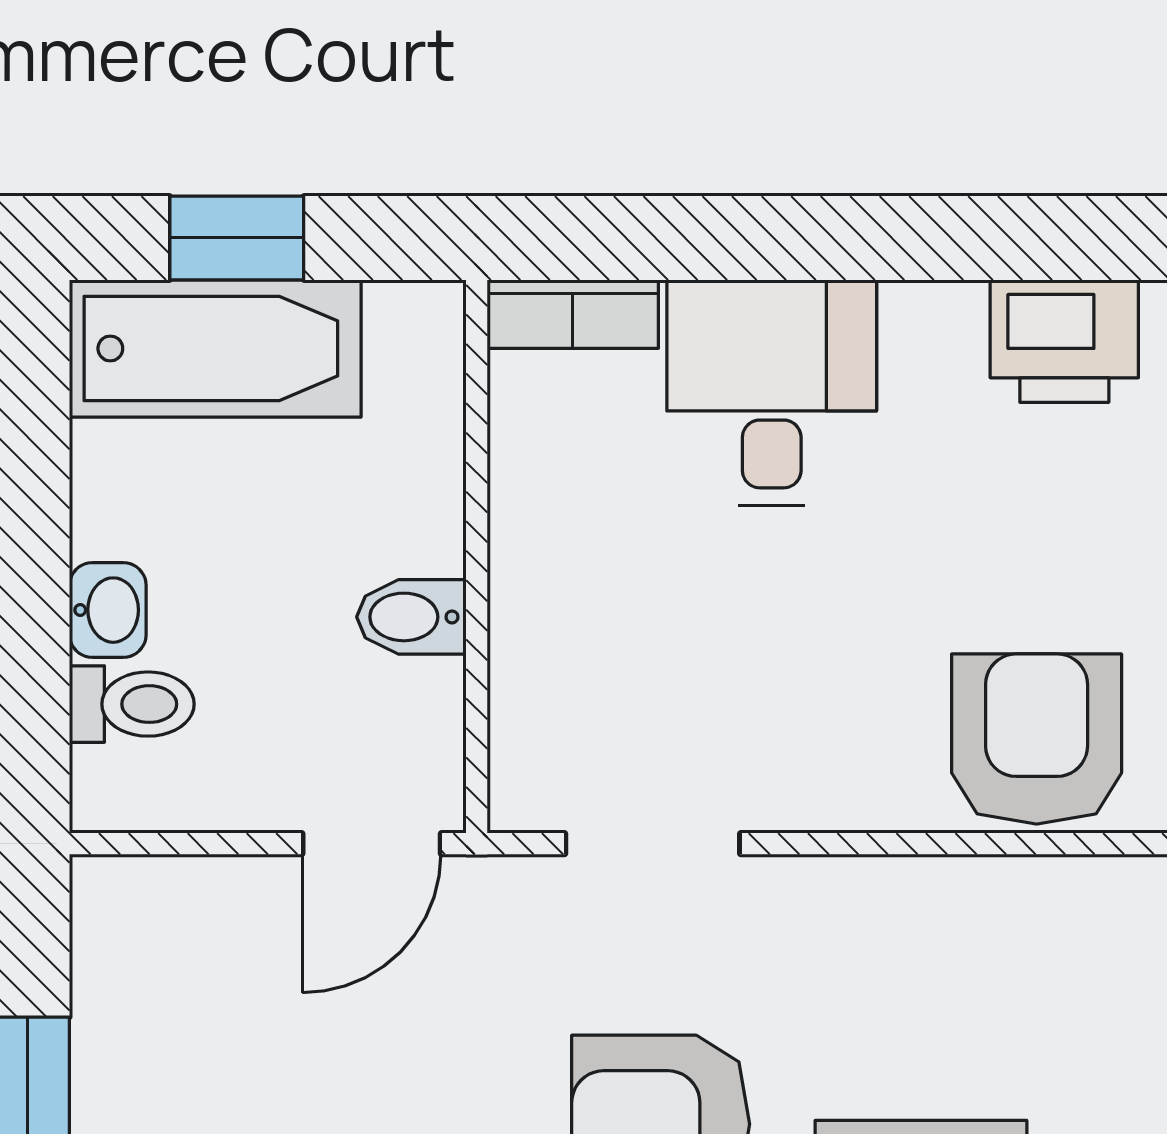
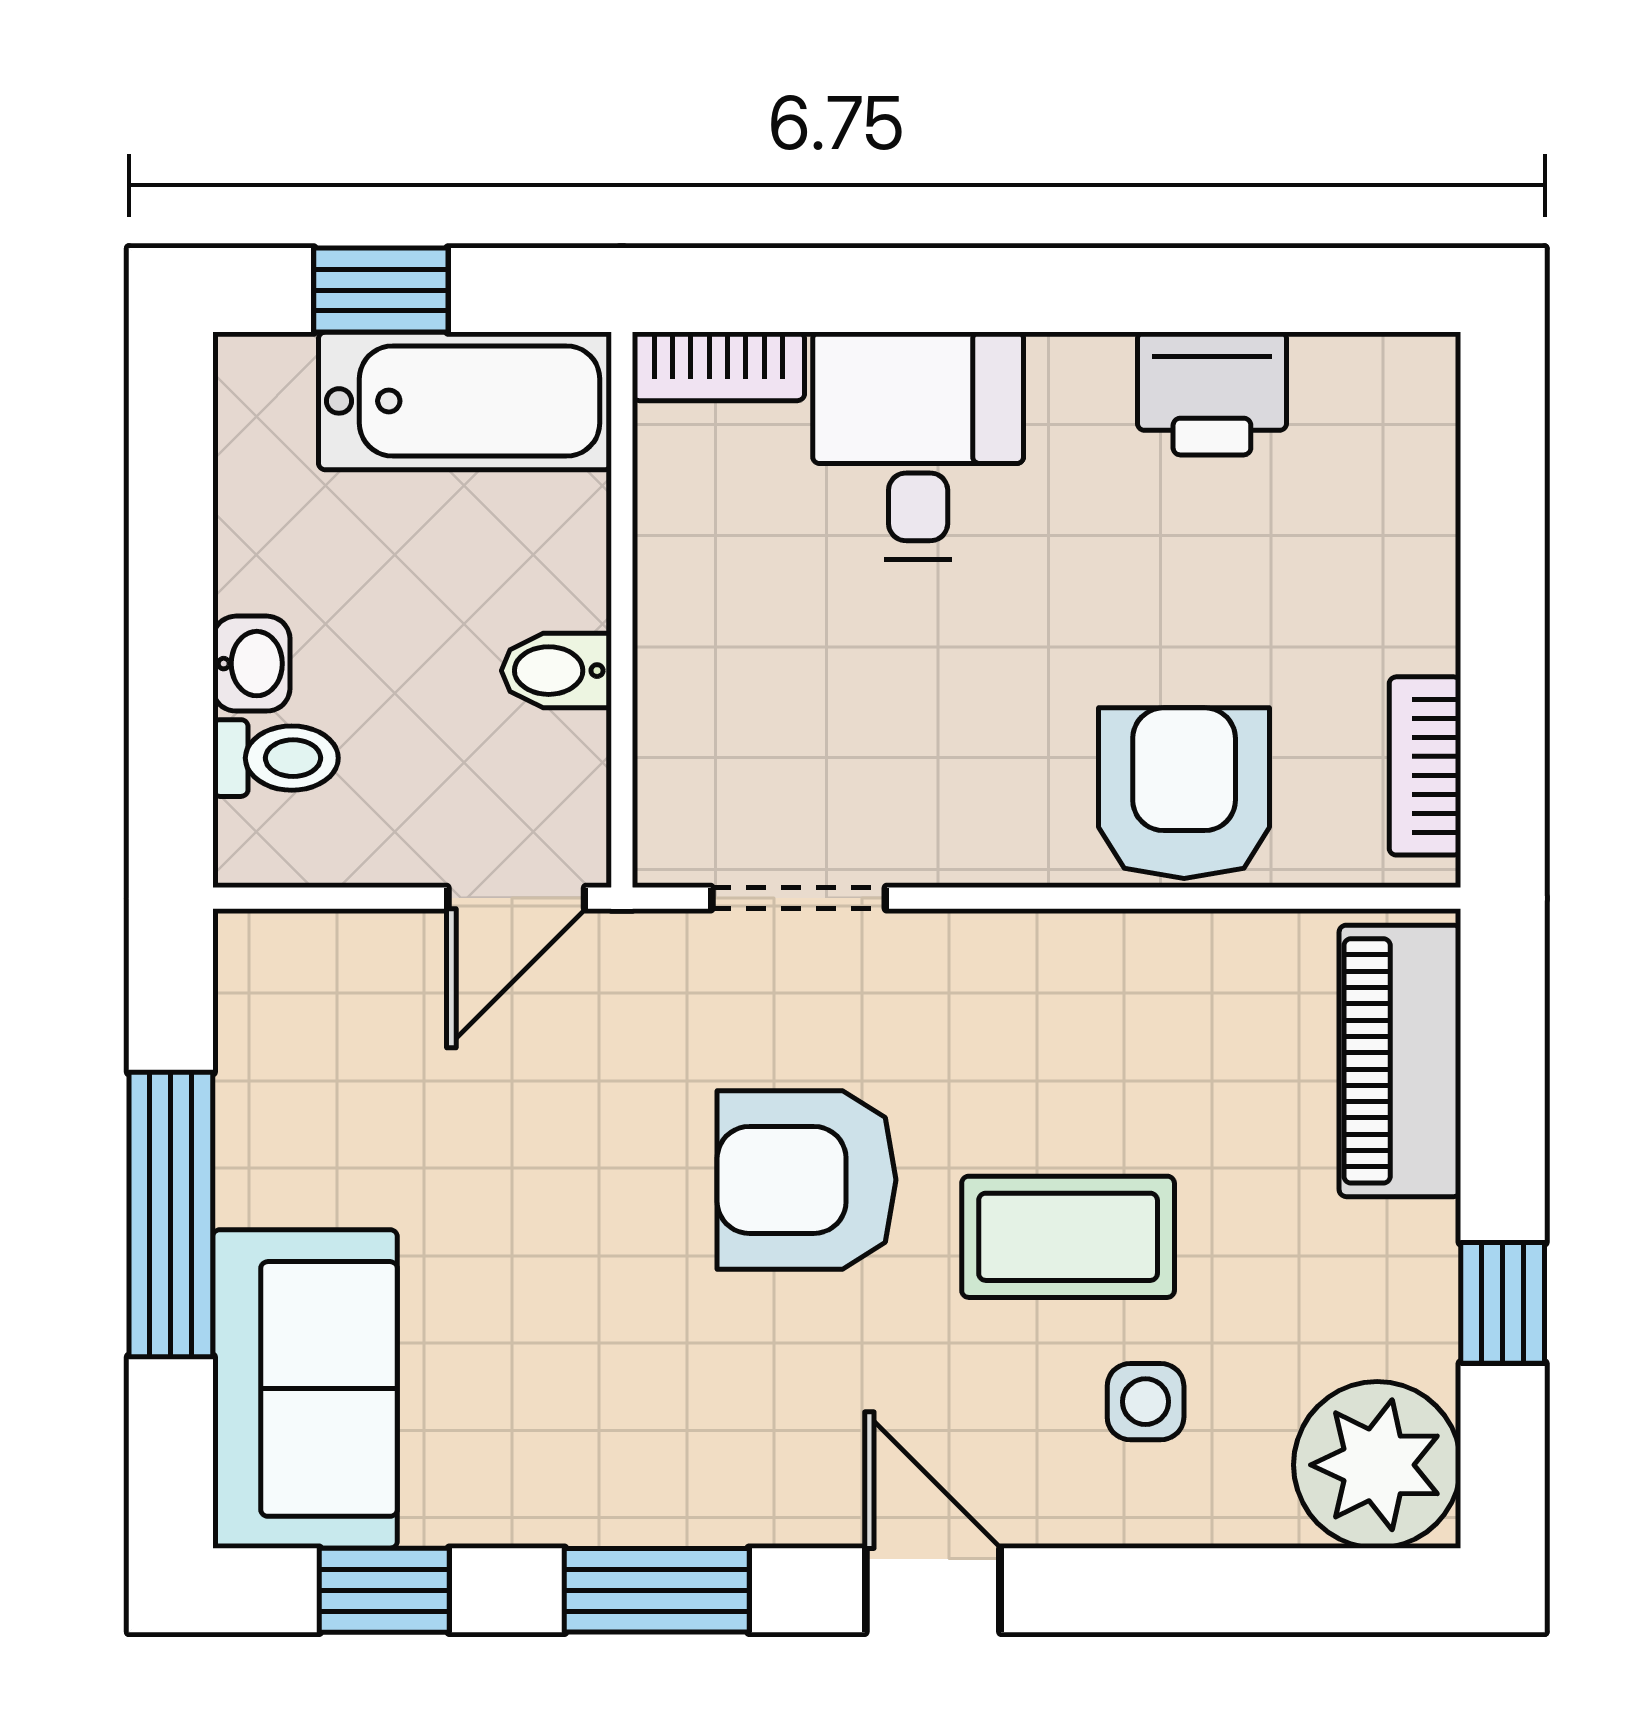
bathtub: (215, 348) -> (465, 401), moved

